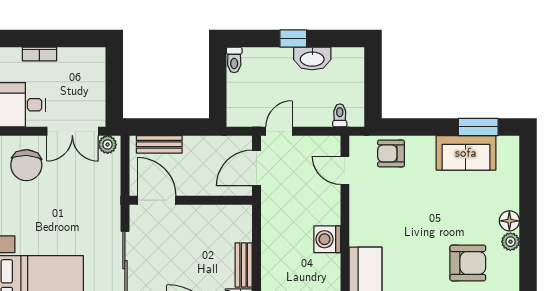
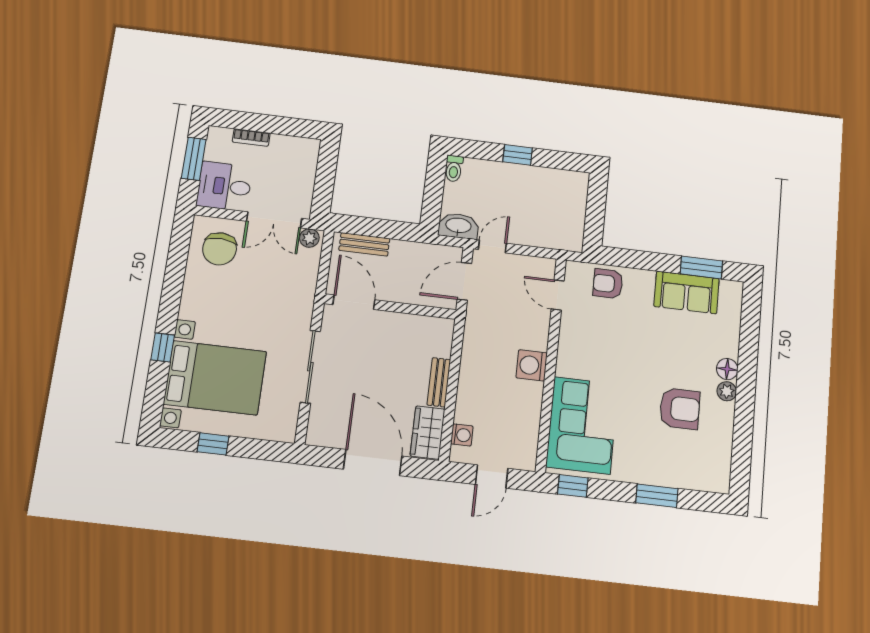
washbasin: (312, 58) -> (458, 226), moved, turned 180
toilet: (340, 115) -> (558, 238), removed

